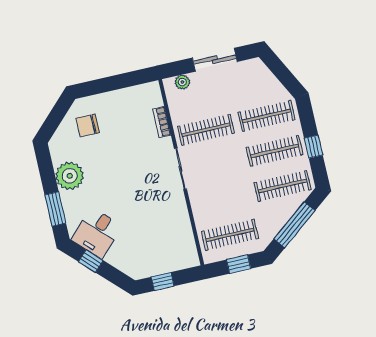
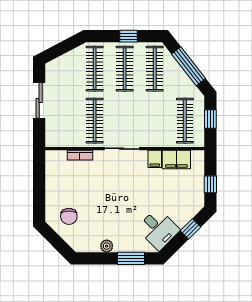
plant: (182, 82) -> (51, 131), removed
plant: (70, 176) -> (107, 246), width x0.53, depth x0.53
filing cabinet: (177, 210) -> (155, 159), added
filing cabinet: (183, 235) -> (176, 160), added
window: (91, 261) -> (191, 229), moved

